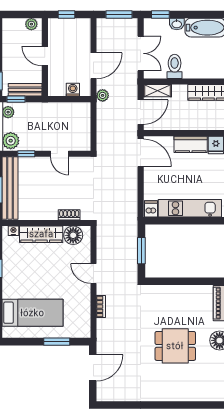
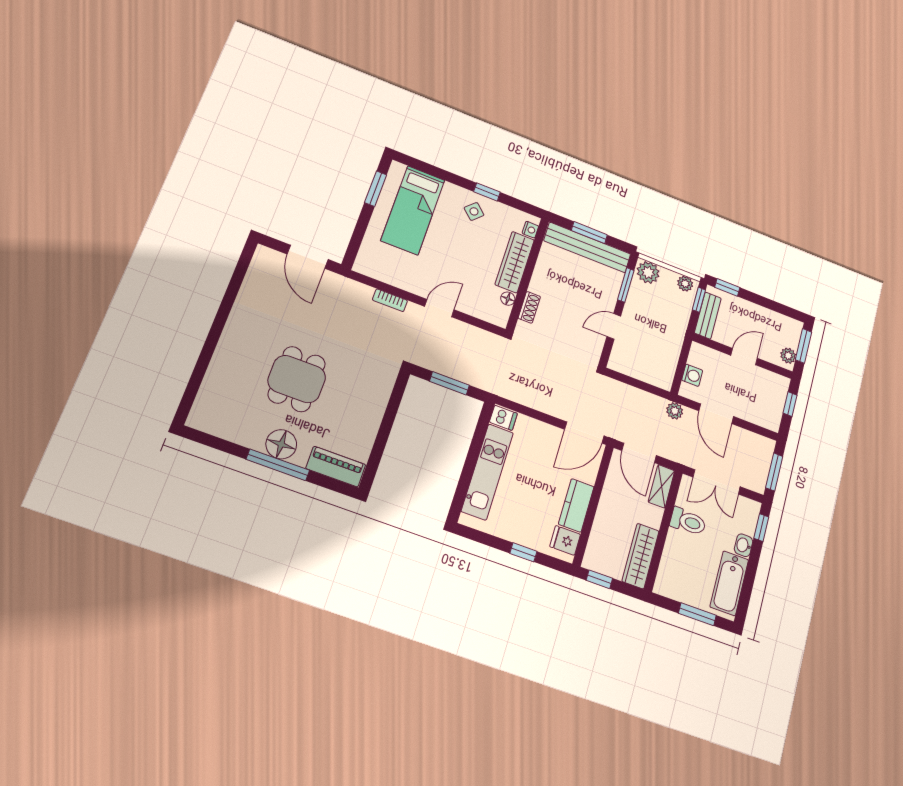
window: (20, 14) -> (804, 346), added
window: (26, 154) -> (626, 285), width x1.50
floor lamp: (73, 235) -> (508, 299), width x0.53, depth x0.53
side table: (16, 272) -> (474, 211), added
window: (57, 342) -> (376, 189), moved

